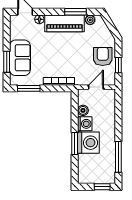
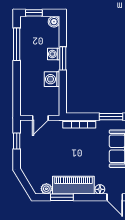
armchair: (103, 56) -> (33, 150), removed
boiler: (83, 110) -> (54, 22), moved
washing machine: (88, 143) -> (54, 54), width x0.53, depth x0.53

